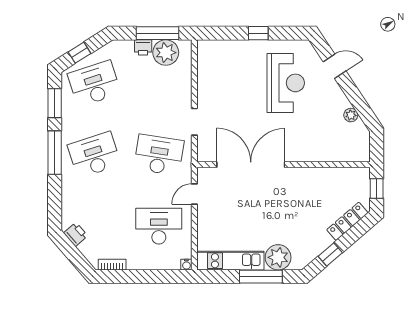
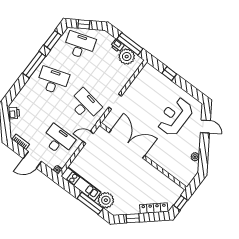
window: (258, 33) -> (169, 74), moved
reception desk: (286, 83) -> (175, 116), turned 180
door: (144, 277) -> (32, 160), added

